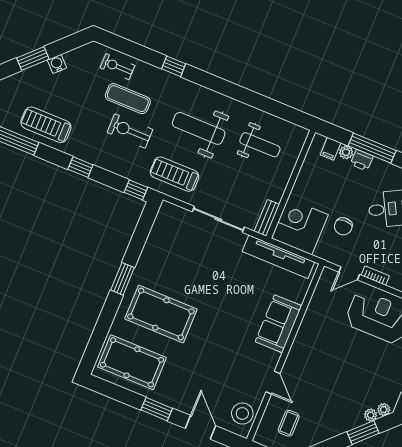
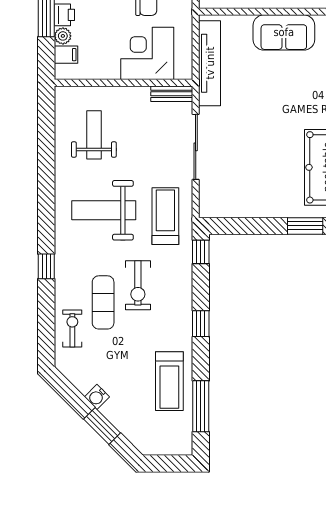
exercise bike: (117, 67) -> (72, 329), turned 180
weight bench: (199, 128) -> (104, 210), turned 90
treadmill: (175, 174) -> (165, 216), turned 180
corner desk: (300, 226) -> (147, 53), moved, turned 90

